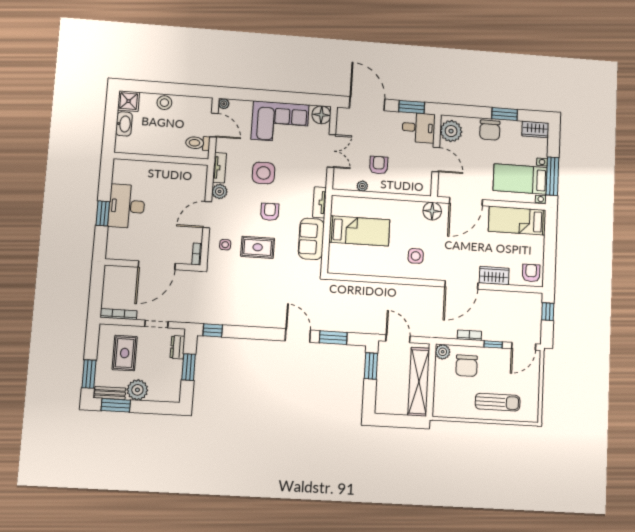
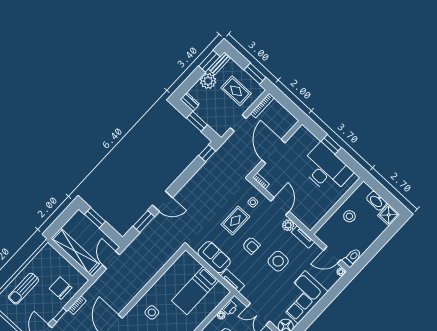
stool: (164, 103) -> (349, 216), moved
toilet: (198, 143) -> (352, 258), moved
printer: (348, 183) -> (230, 308), added
desk: (127, 206) -> (326, 169), width x1.36, depth x1.30
door: (398, 339) -> (111, 260), swing flipped
dresser: (178, 347) -> (190, 102), moved
plant: (443, 352) -> (81, 280), removed
window: (371, 366) -> (95, 218), moved
window: (89, 374) -> (255, 74), moved

